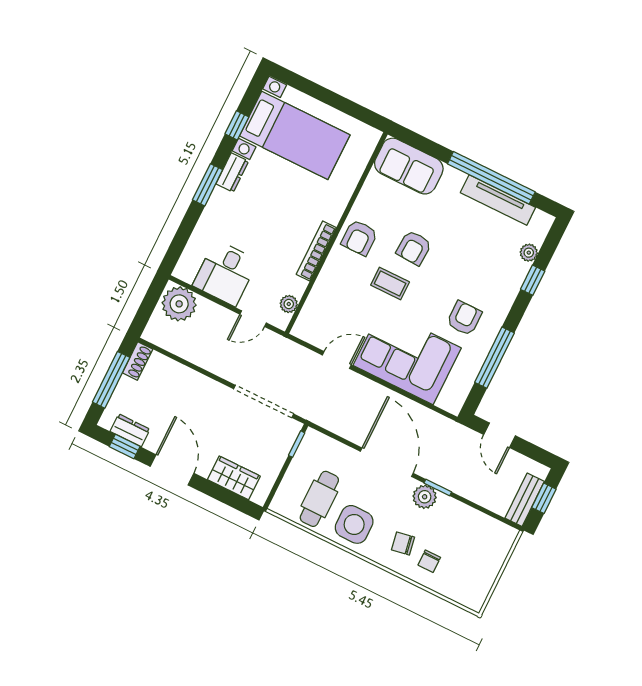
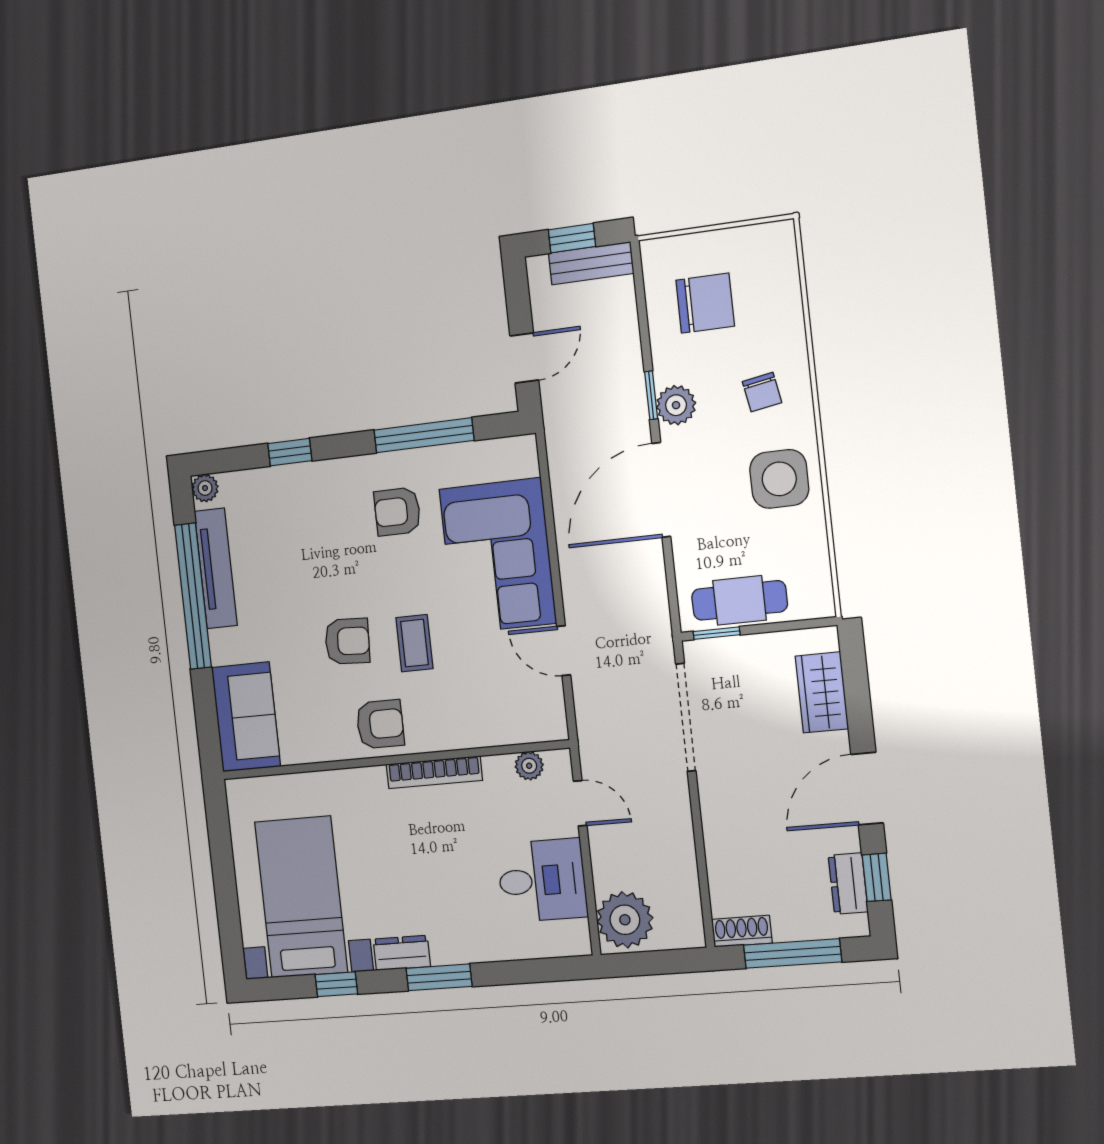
plant: (529, 253) -> (205, 488), moved
cafe table: (319, 499) -> (739, 600), moved
chair: (429, 561) -> (705, 303), moved, width x1.87, depth x1.87

